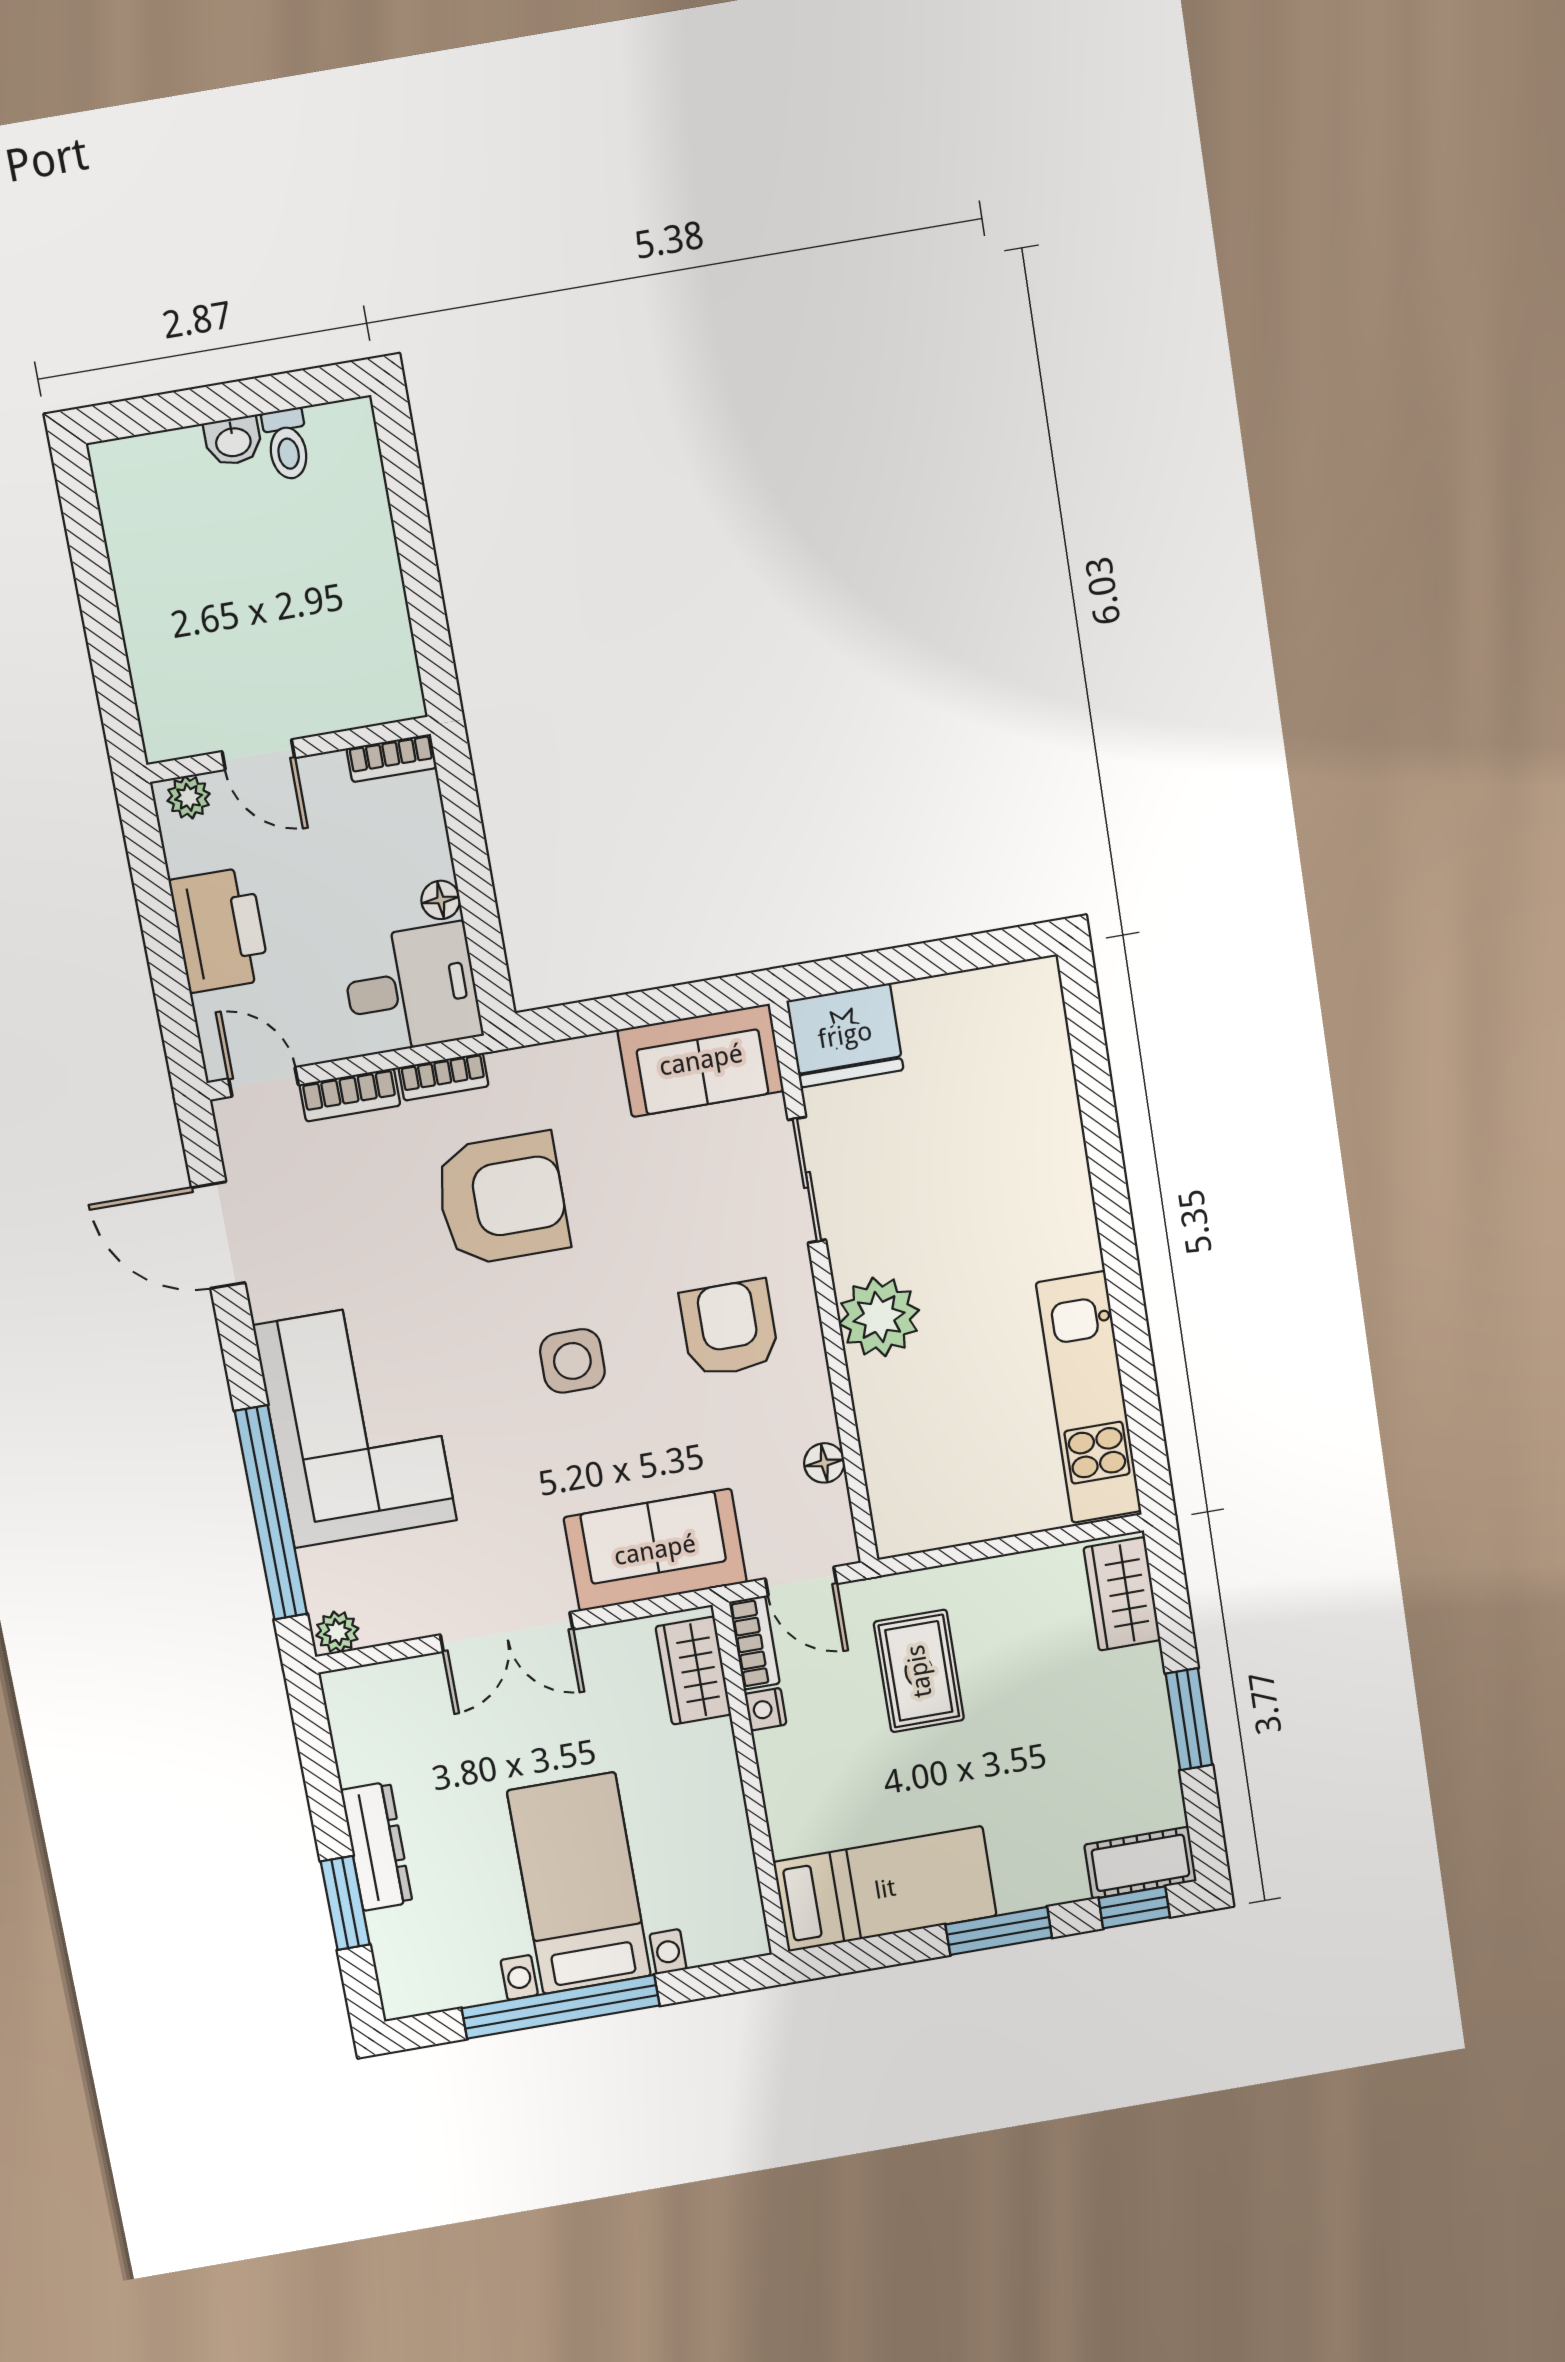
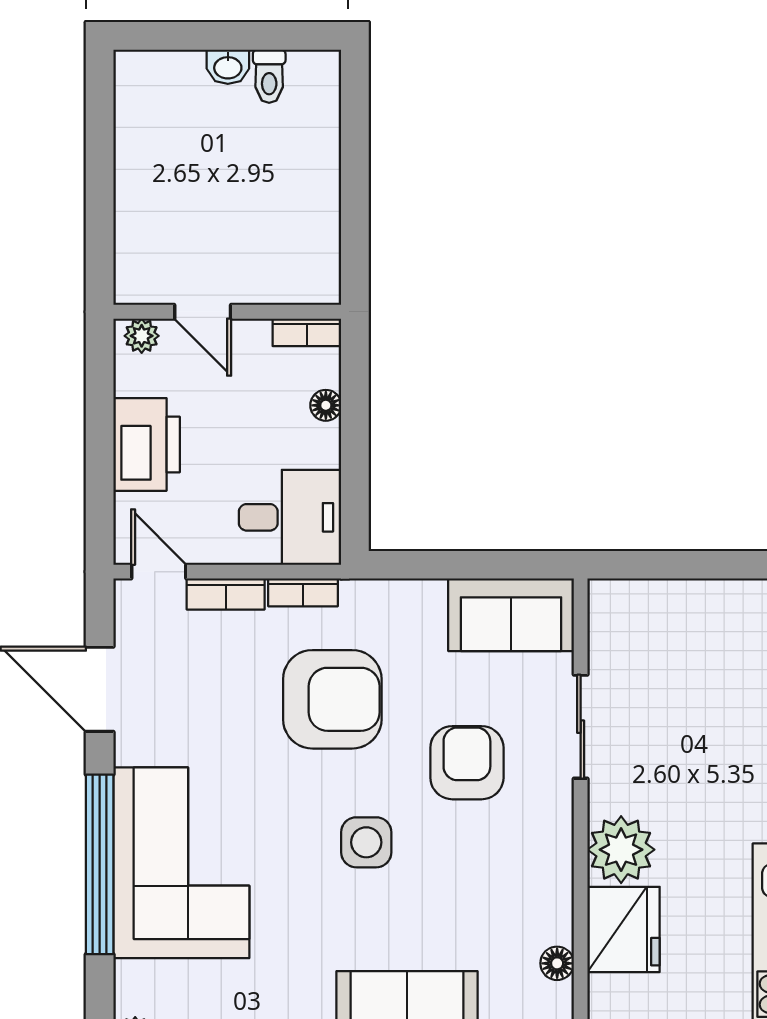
floor lamp: (441, 900) -> (326, 405), moved
fridge: (845, 1035) -> (624, 929), moved, turned -90
armchair: (729, 1328) -> (467, 763), moved
window: (271, 1513) -> (100, 864), moved

